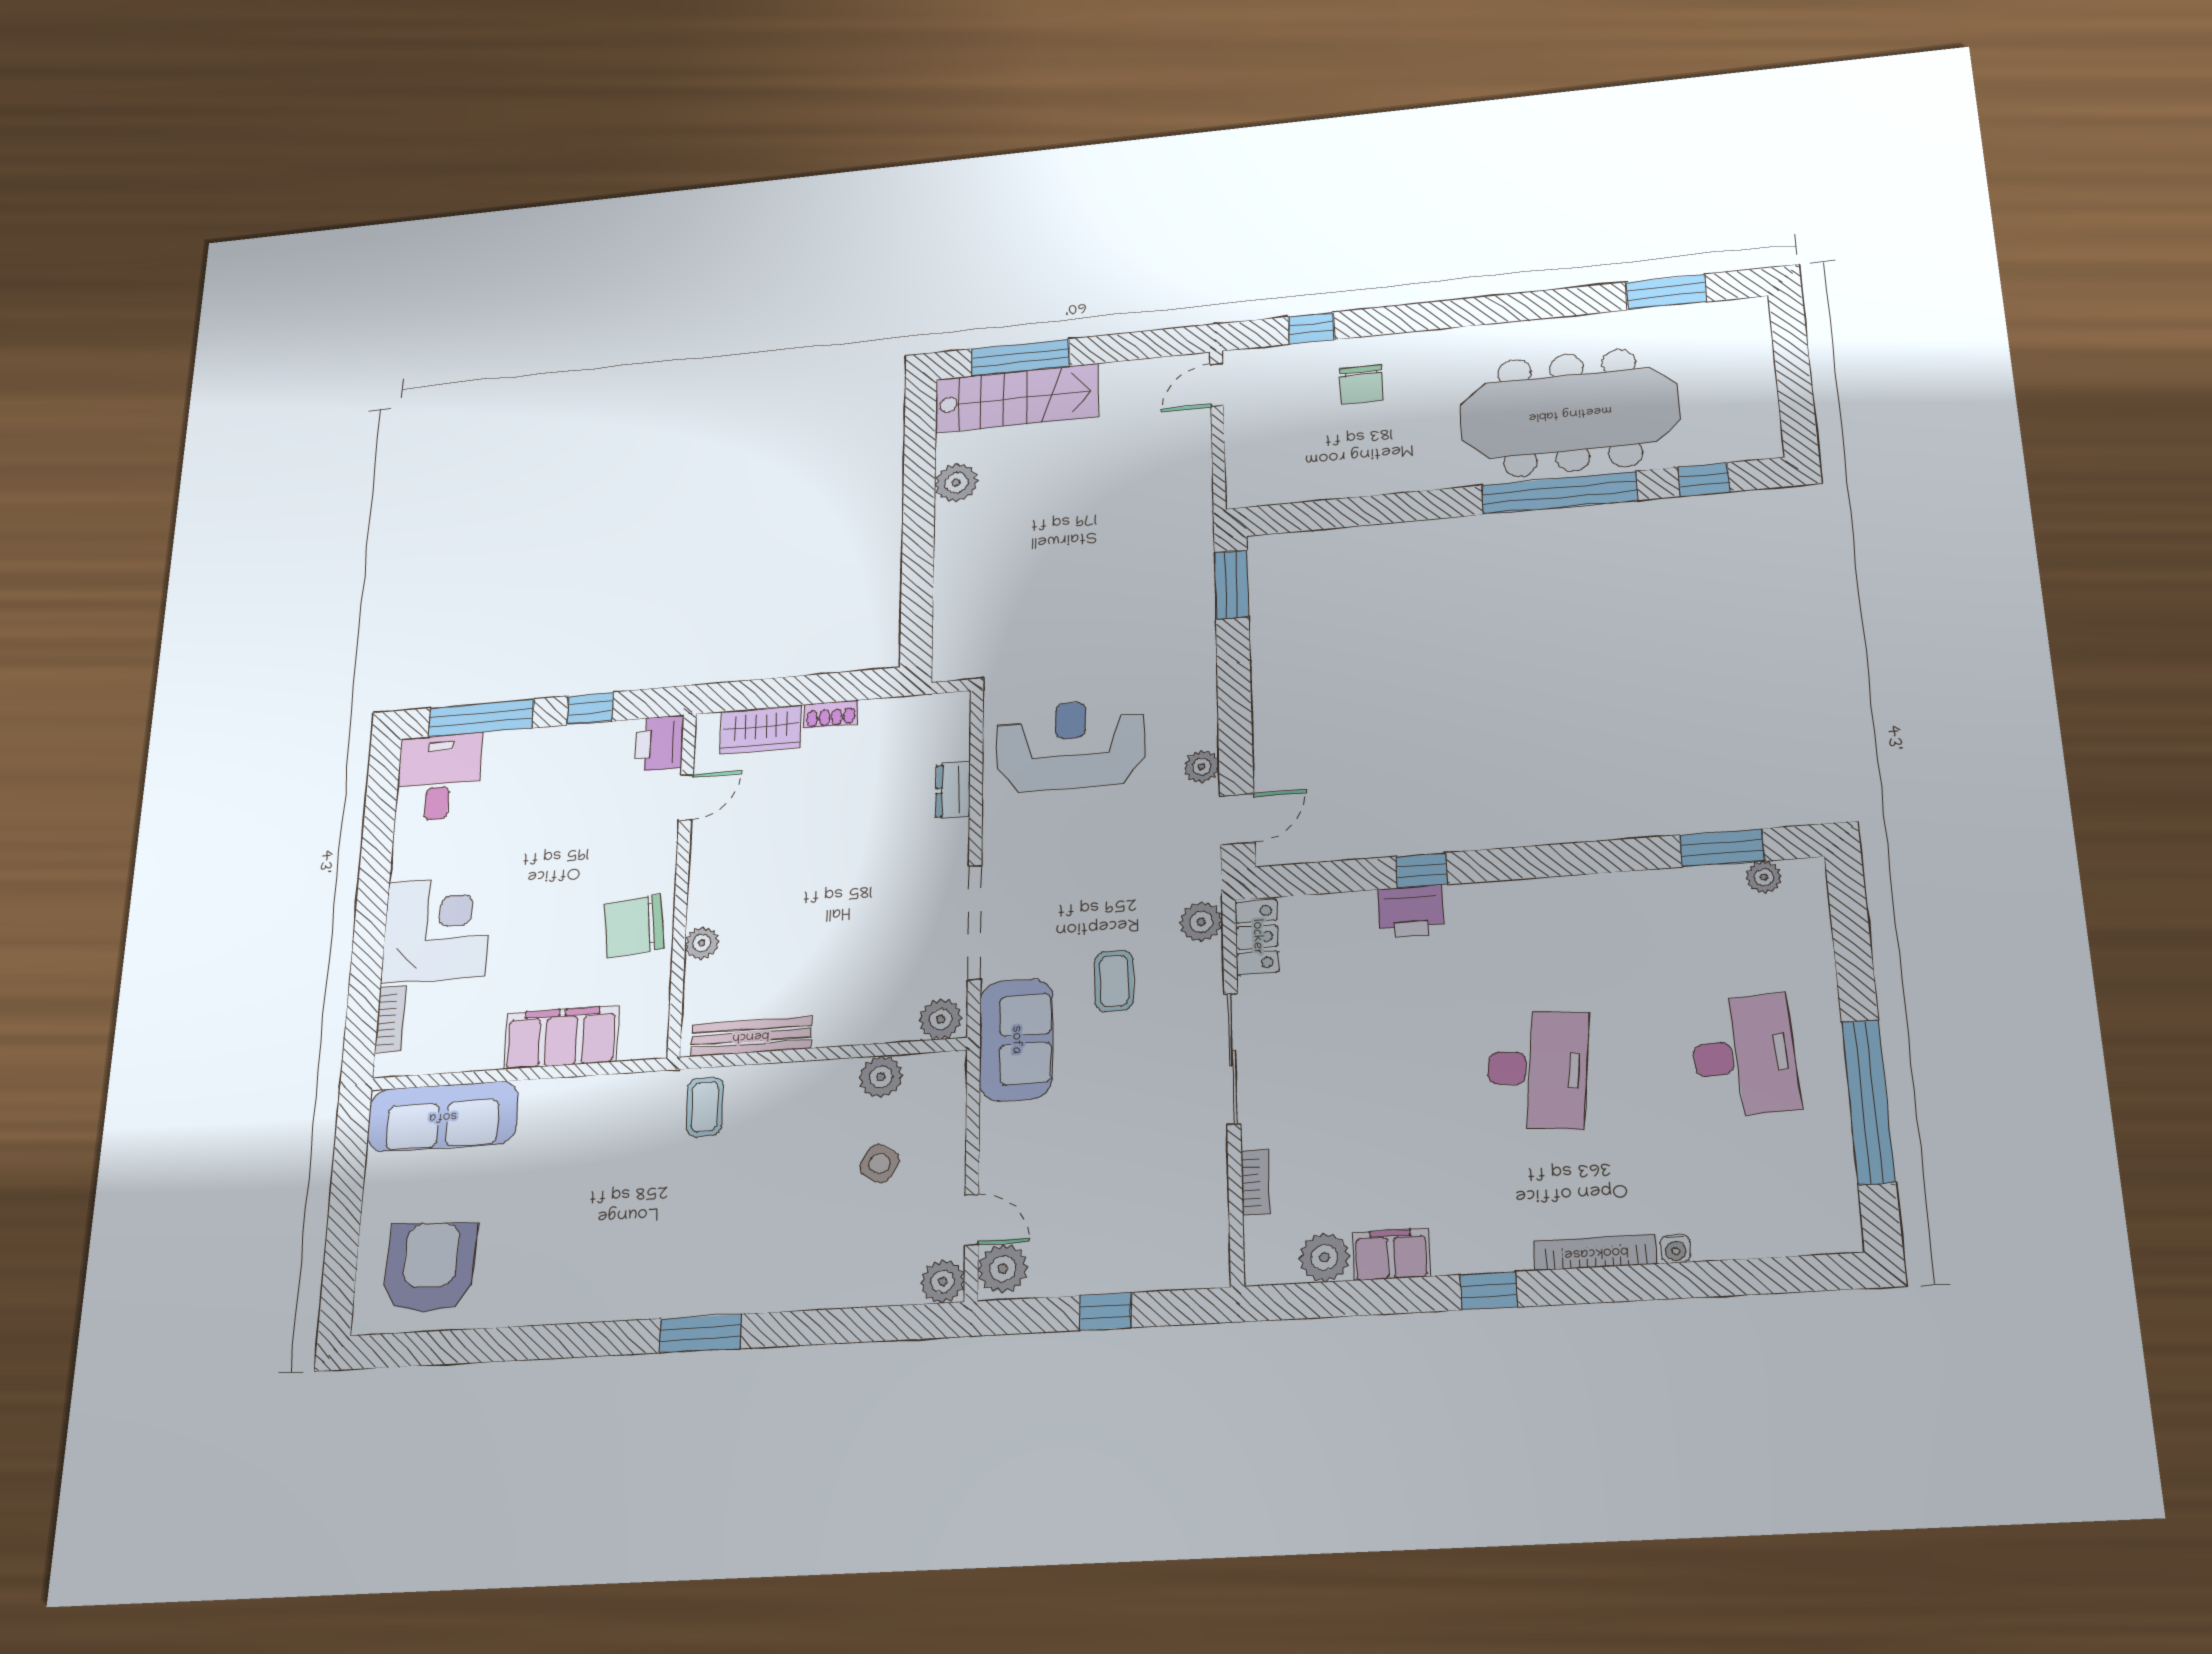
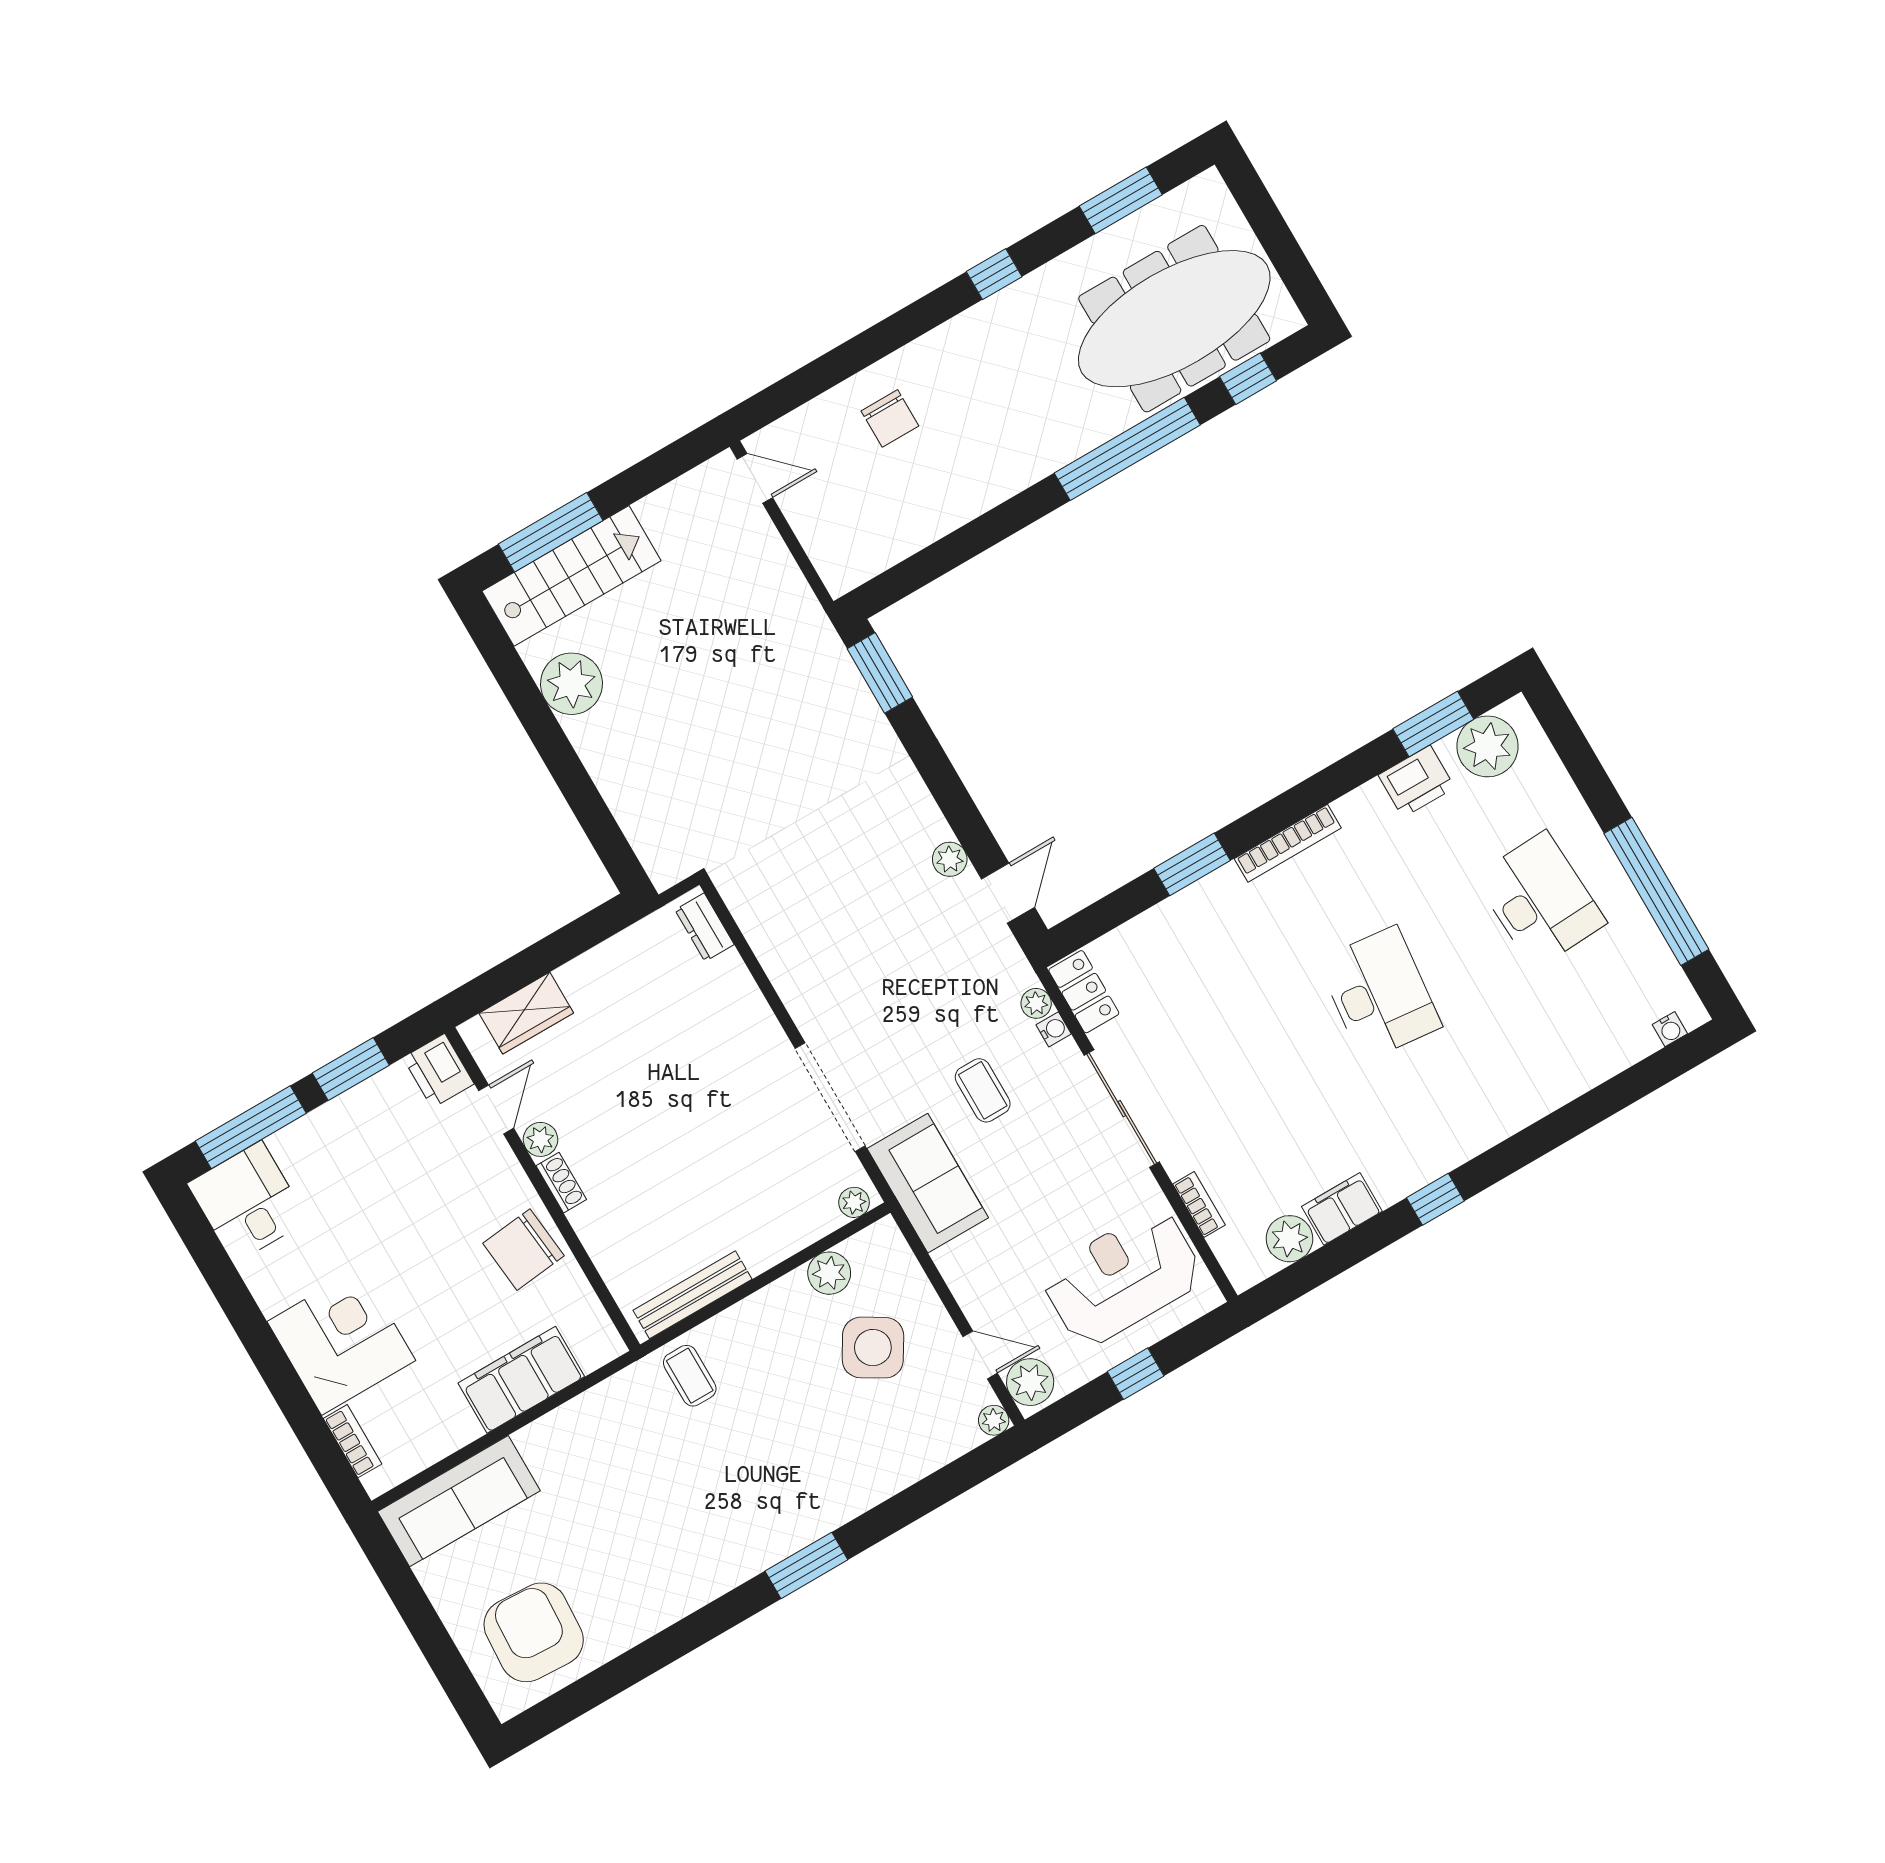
window: (1311, 328) -> (994, 274), moved
door: (1217, 385) -> (755, 478), swing flipped
meeting table: (1570, 413) -> (1174, 319), moved
plant: (956, 483) -> (571, 684), width x1.36, depth x1.36
window: (590, 709) -> (351, 1069), width x1.50
shoe rack: (831, 714) -> (561, 1183), moved, turned -90
reception desk: (1071, 745) -> (1122, 1277), moved
dresser: (953, 790) -> (705, 927), moved
window: (1421, 870) -> (1192, 864), width x1.50
plant: (1764, 877) -> (1487, 746), width x1.88, depth x1.88
printer: (1411, 912) -> (1416, 781), moved
plant: (1201, 922) -> (1036, 1003), width x0.73, depth x0.73
plant: (702, 943) -> (540, 1139), moved
water cooler: (1210, 957) -> (1054, 1029), added
plant: (941, 1019) -> (854, 1202), width x0.73, depth x0.73
side table: (879, 1164) -> (873, 1348), width x1.87, depth x1.87
water cooler: (1676, 1249) -> (1670, 1029), moved
bookcase: (1596, 1252) -> (1288, 843), moved, turned 180
plant: (943, 1282) -> (994, 1420), width x0.73, depth x0.73

